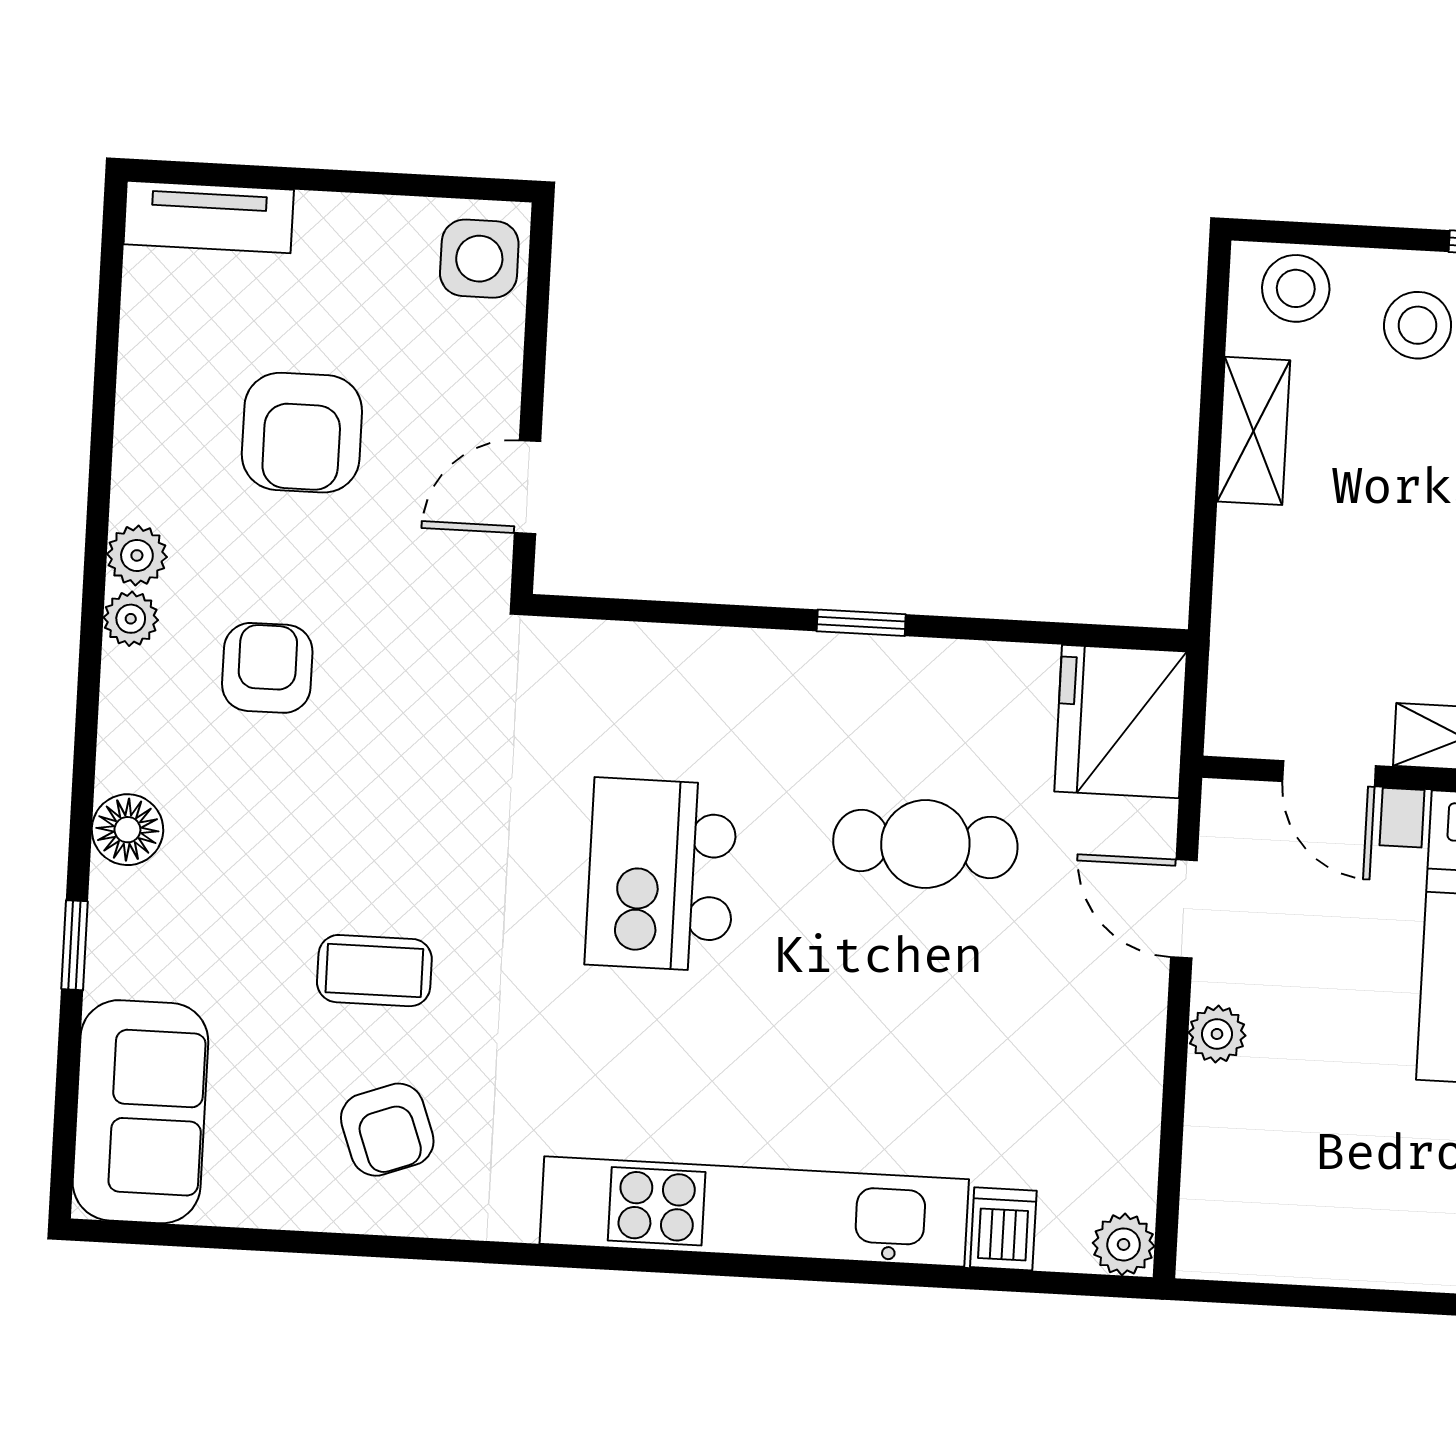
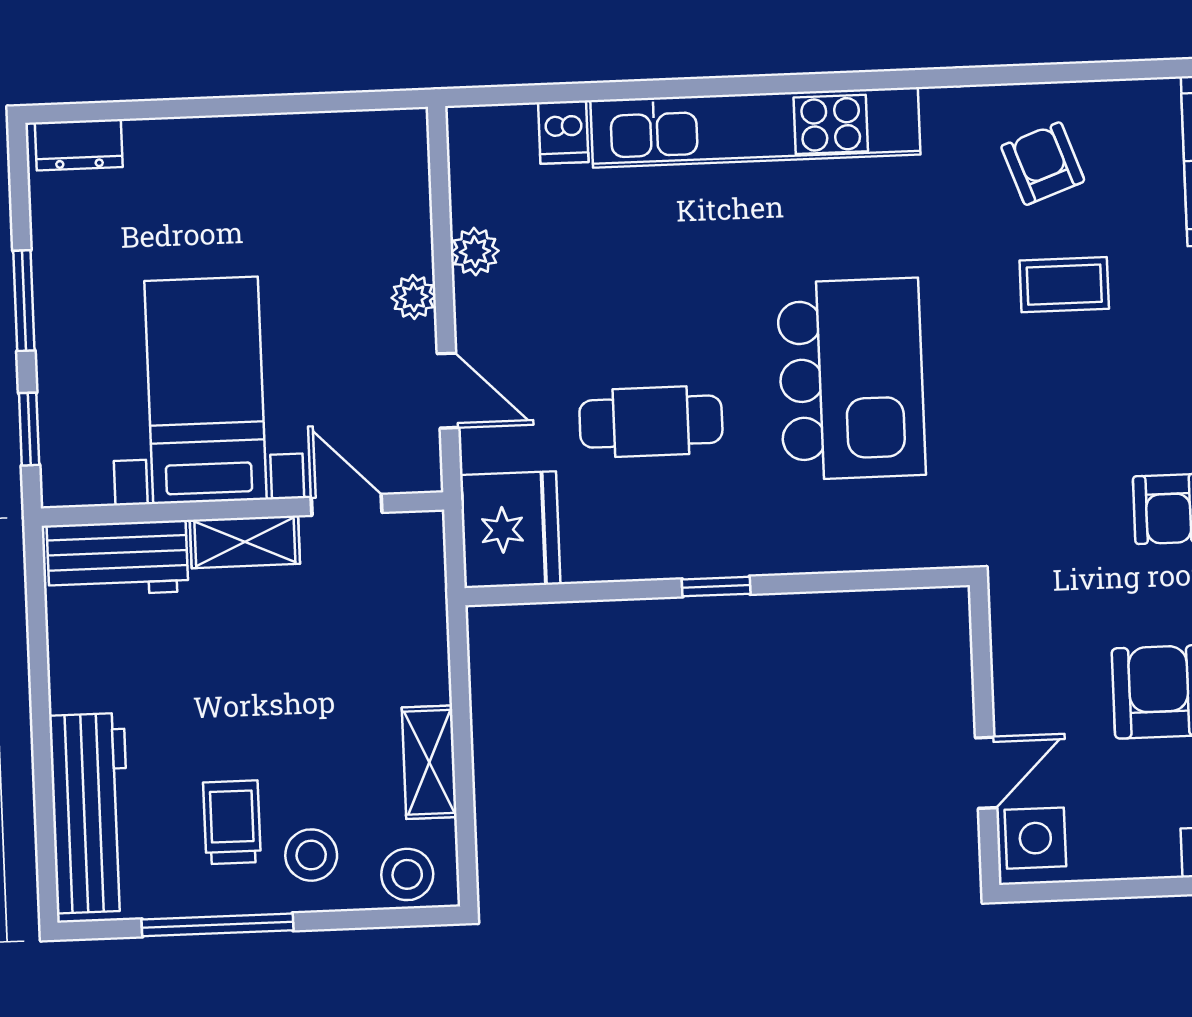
door: (528, 487) -> (986, 773), moved
kitchen island: (661, 875) -> (851, 379), width x1.37, depth x1.28
plant: (1124, 1244) -> (475, 252), moved

